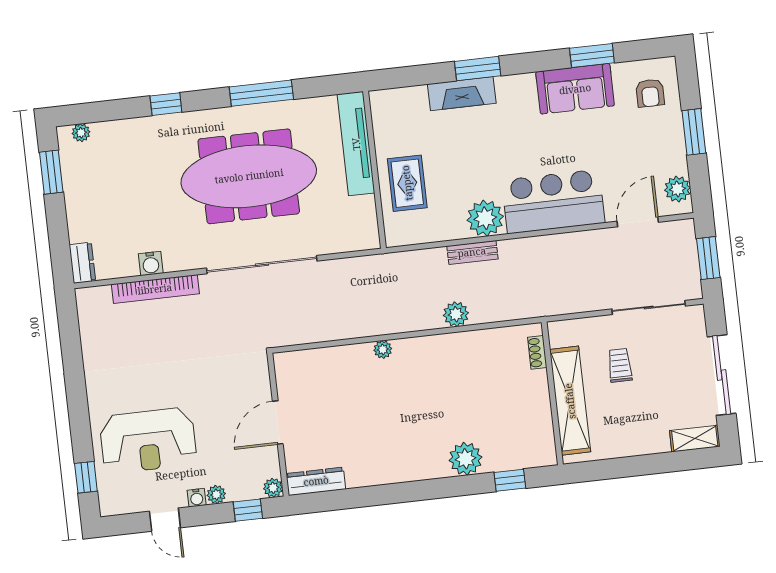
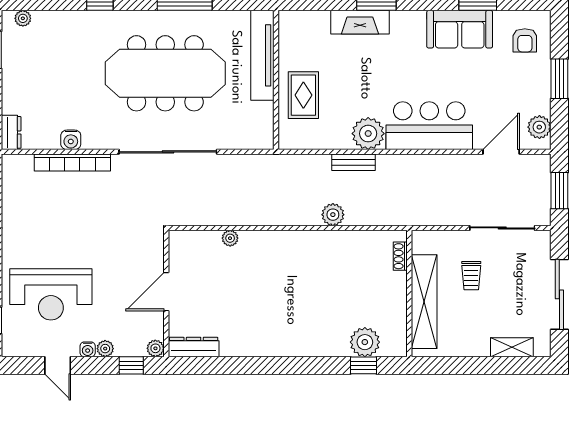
plant: (383, 349) -> (230, 238), moved
trolley: (620, 365) -> (471, 276), turned 180
shelving: (695, 439) -> (512, 347), moved
plant: (466, 459) -> (365, 342), moved

